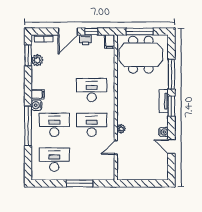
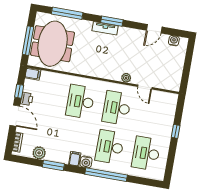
window: (28, 55) -> (53, 165), moved
window: (171, 74) -> (67, 13), moved
water cooler: (164, 132) -> (174, 41), moved
window: (80, 183) -> (176, 131), width x0.46

